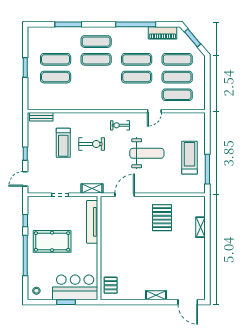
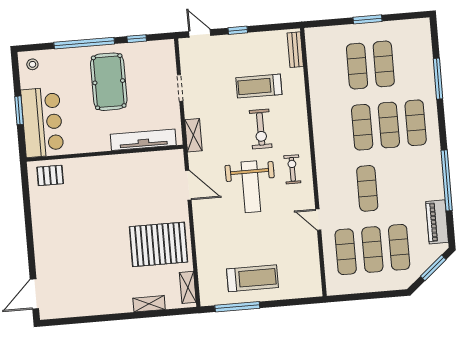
exercise mat: (137, 59) -> (362, 127), moved
weight bench: (147, 153) -> (251, 187), moved
pallet: (162, 218) -> (158, 244), width x1.37, depth x1.41
shelving: (156, 295) -> (188, 287), moved

